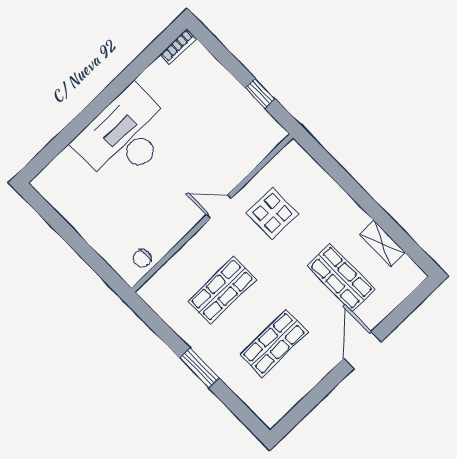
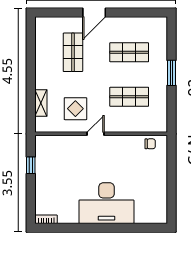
door: (219, 206) -> (95, 134), swing flipped
shelving: (383, 243) -> (41, 103), moved

